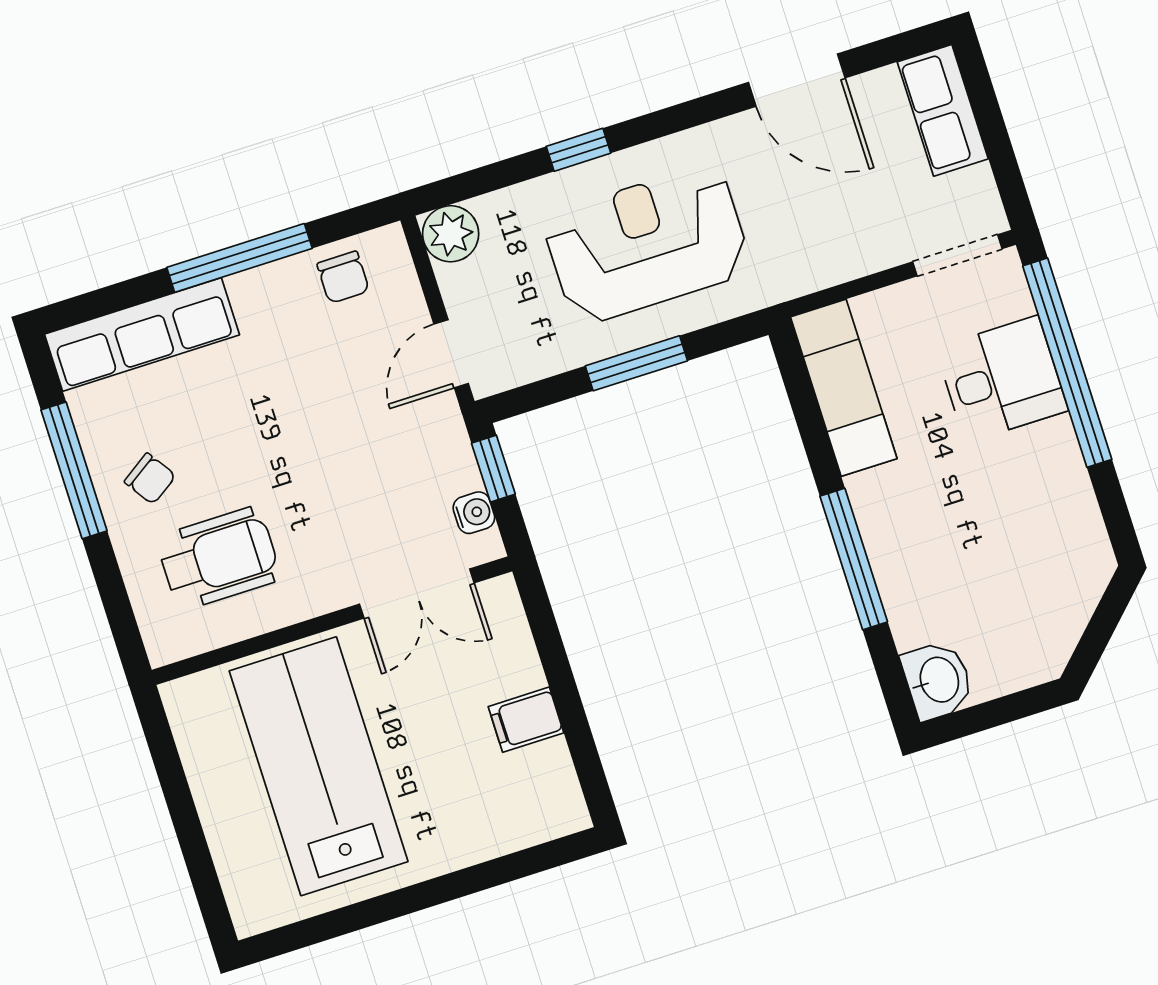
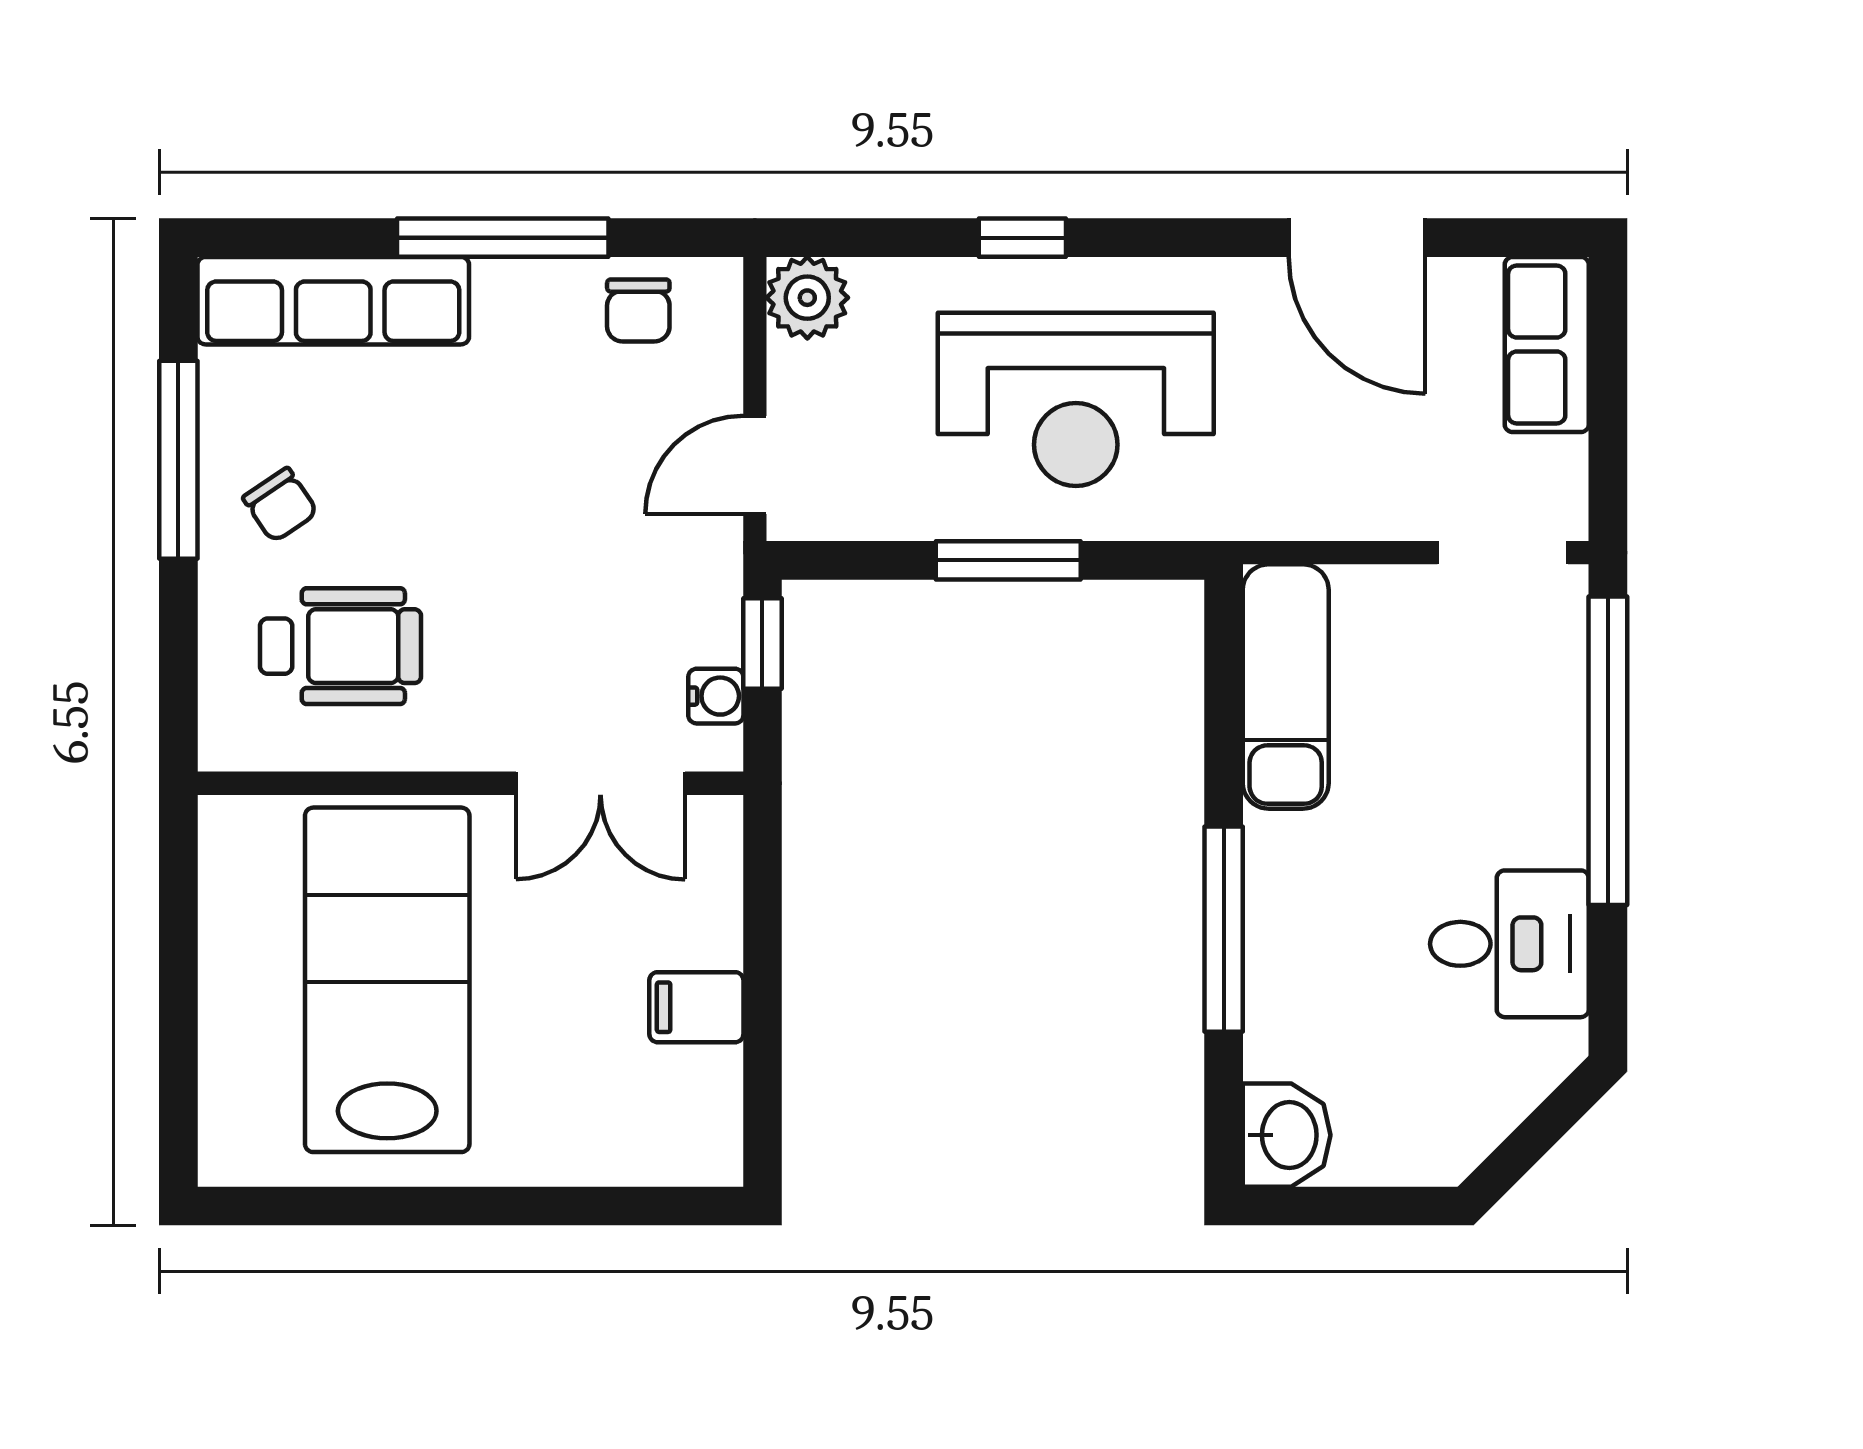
reception desk: (647, 244) -> (1076, 399), turned 180
desk: (1002, 379) -> (1509, 944), moved

